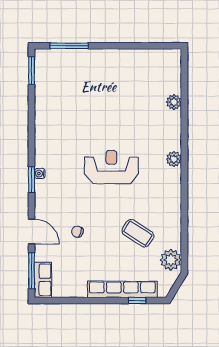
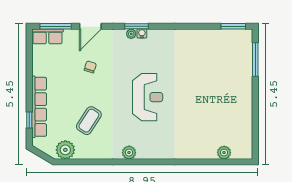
plant: (174, 102) -> (224, 153), moved
plant: (174, 159) -> (129, 153), moved
plant: (40, 186) -> (131, 34), added

